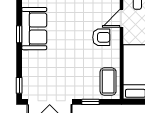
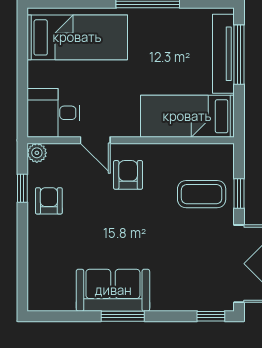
window: (19, 34) -> (123, 316), width x1.50
coffee table: (108, 82) -> (202, 194), moved

